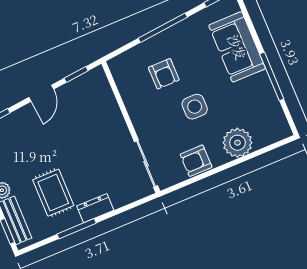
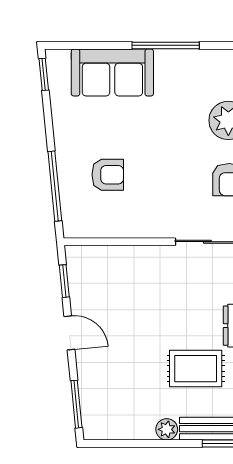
window: (163, 28) -> (55, 186), moved
side table: (195, 107) -> (163, 154), removed

